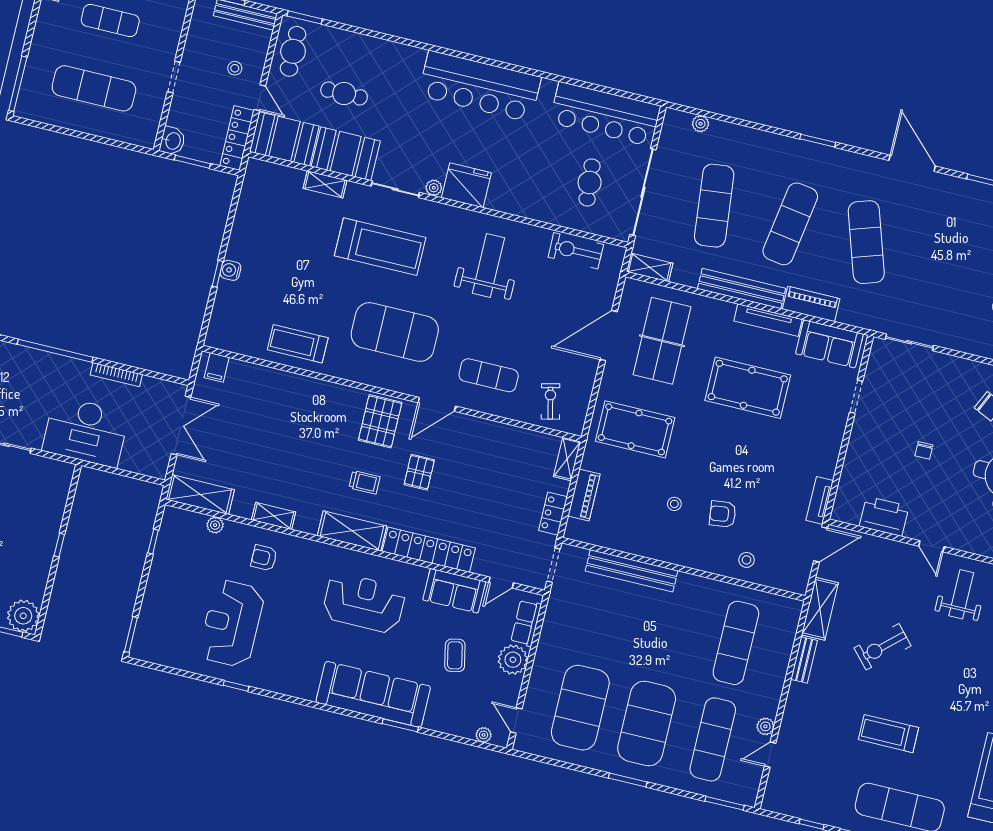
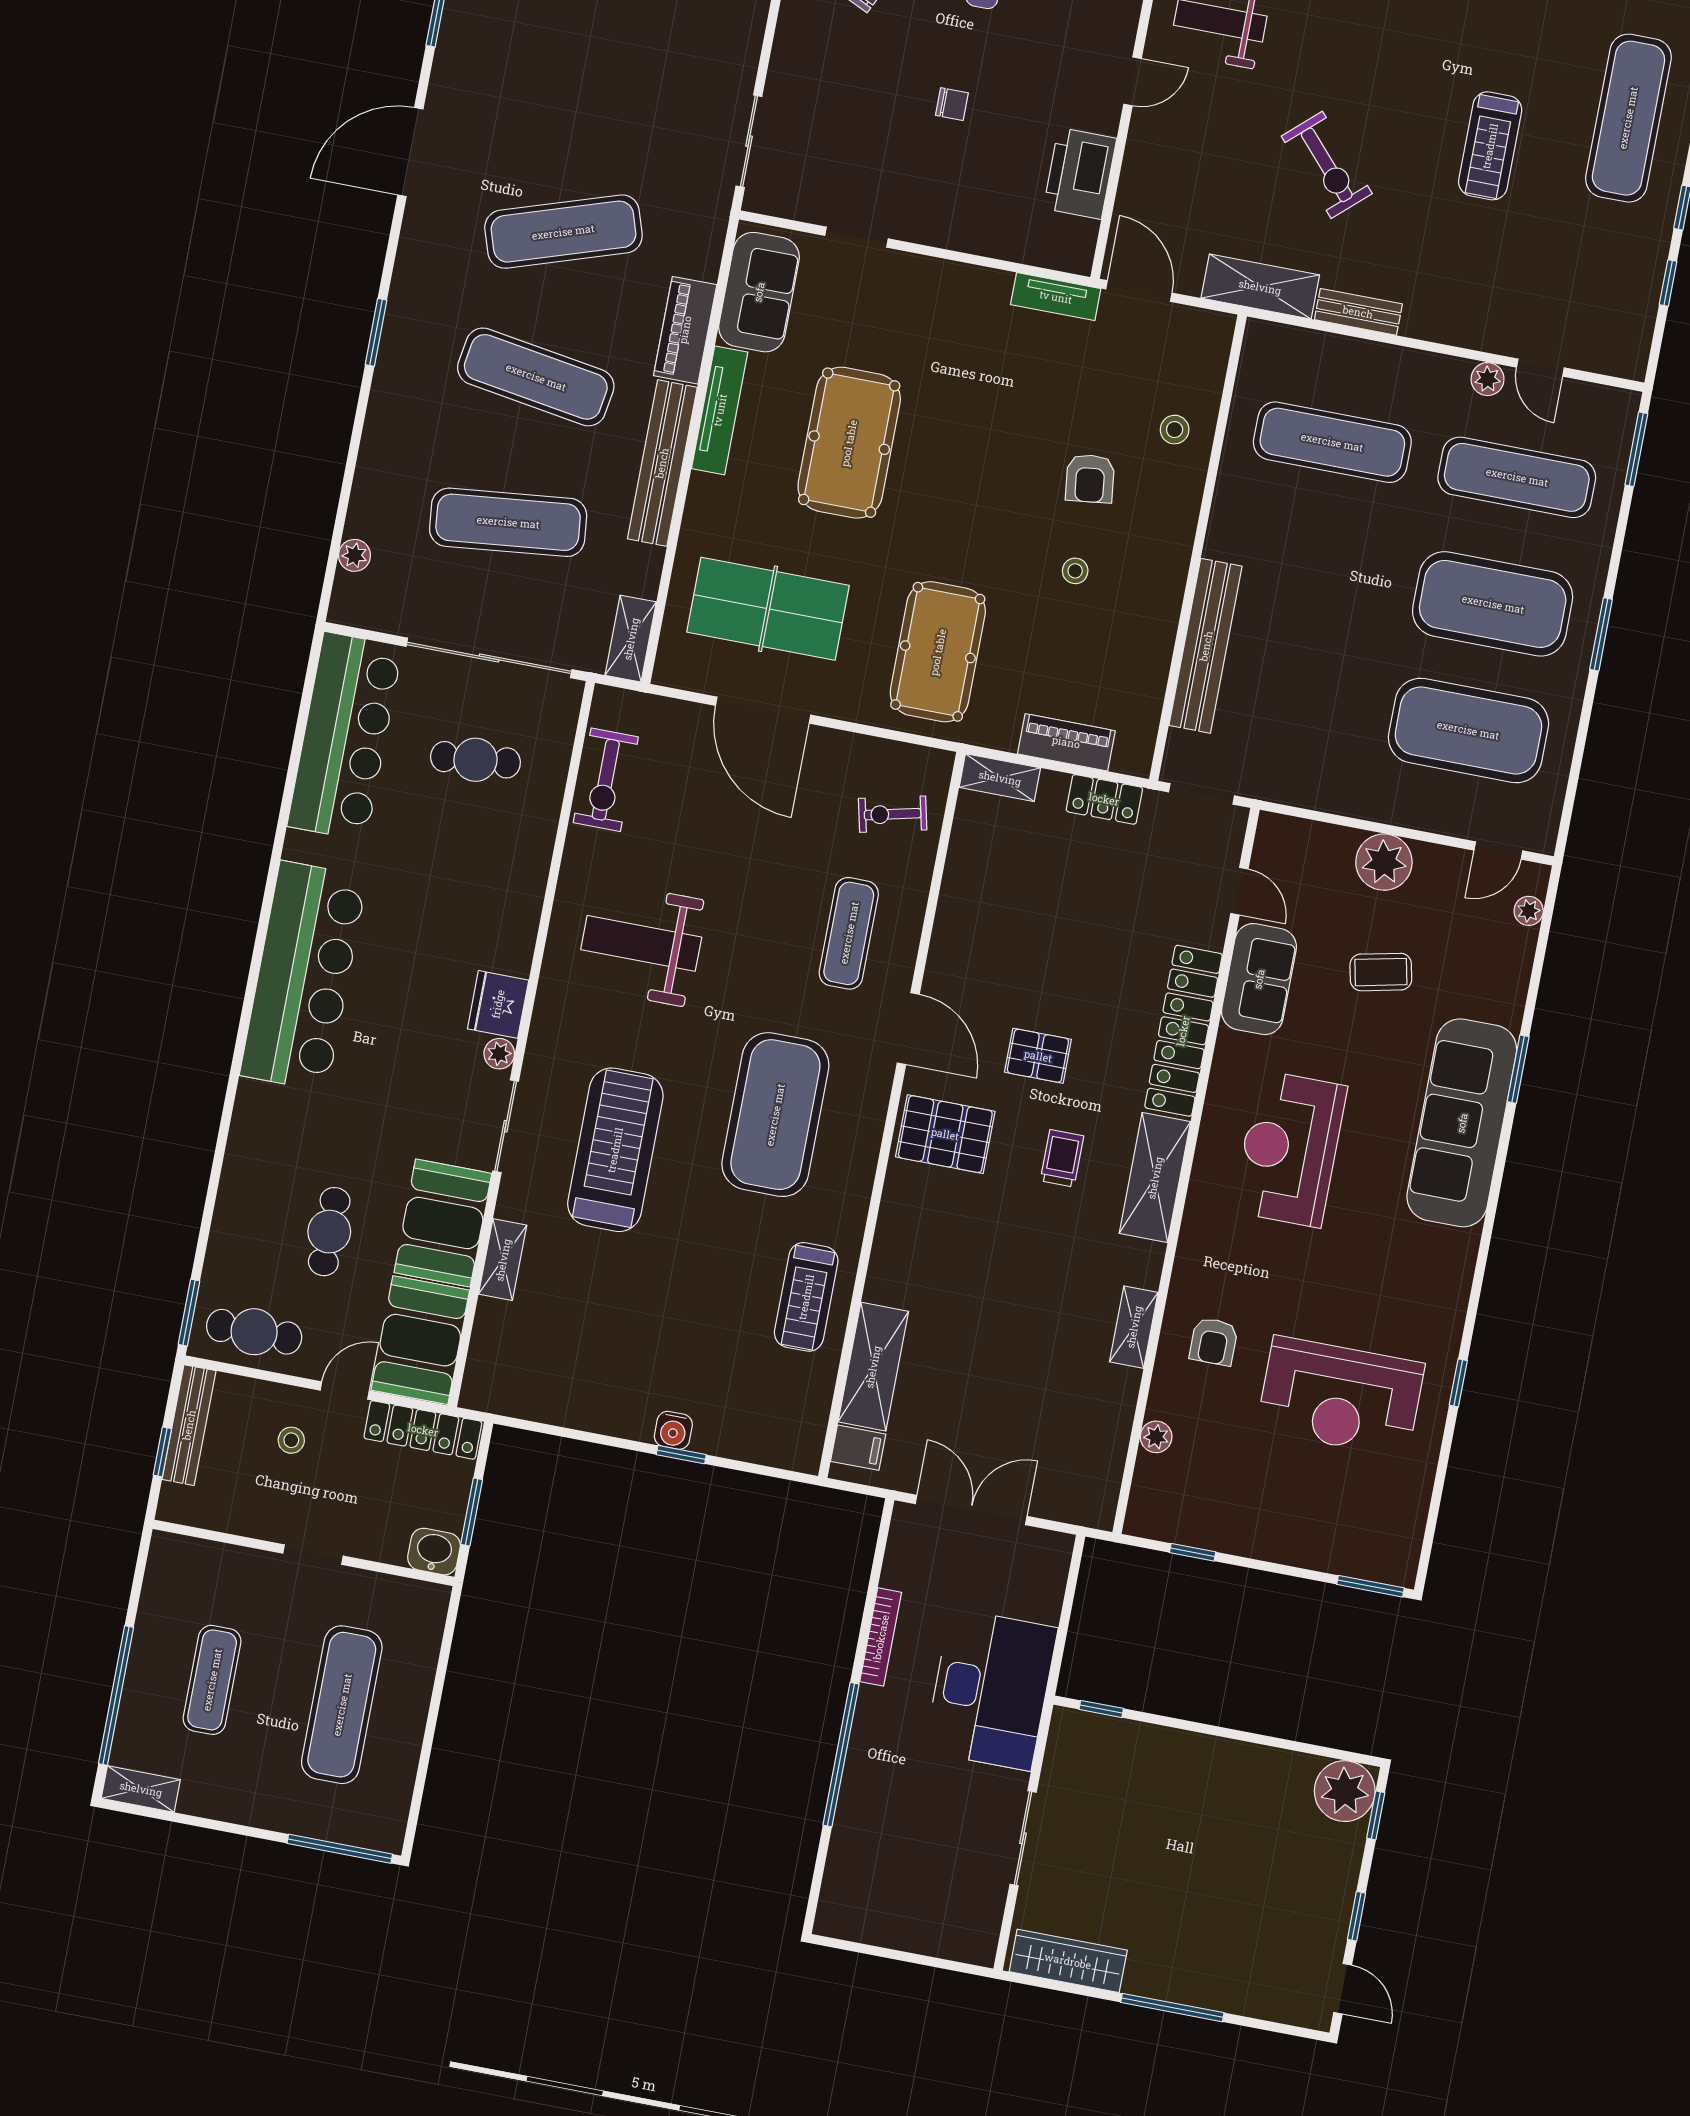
fridge: (466, 185) -> (498, 1004), width x0.73, depth x0.75
shelving: (200, 495) -> (873, 1367), moved
window: (59, 545) -> (1101, 1709), moved
row of seats: (526, 623) -> (1313, 840), removed

